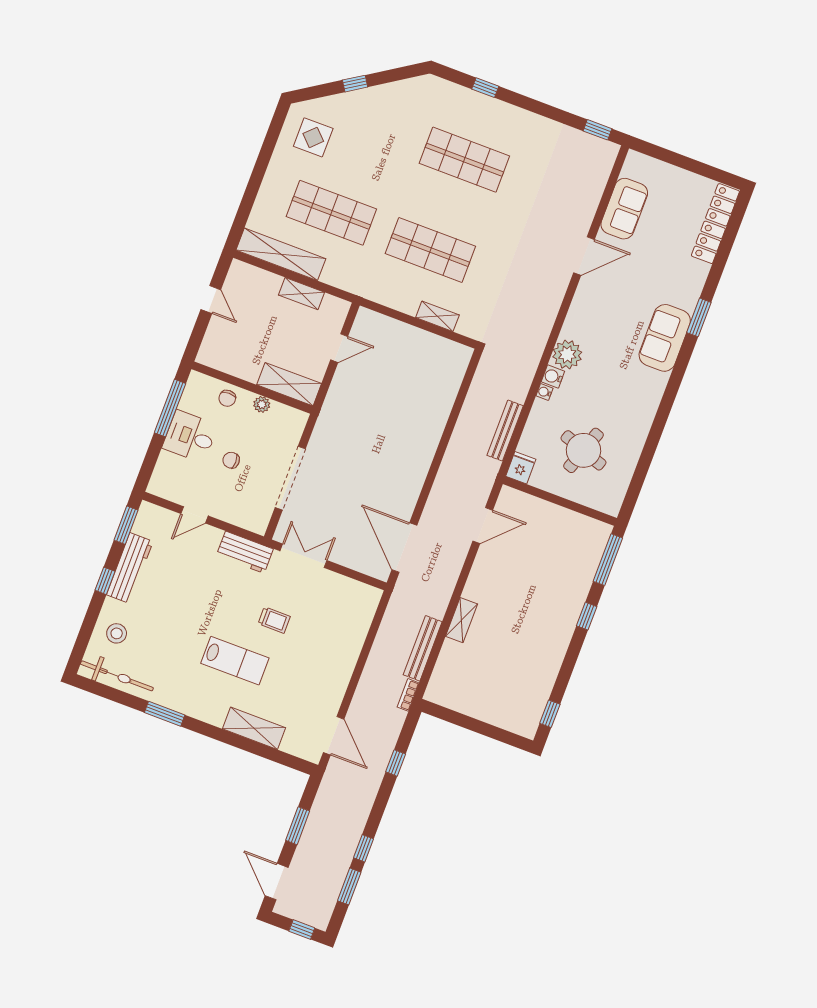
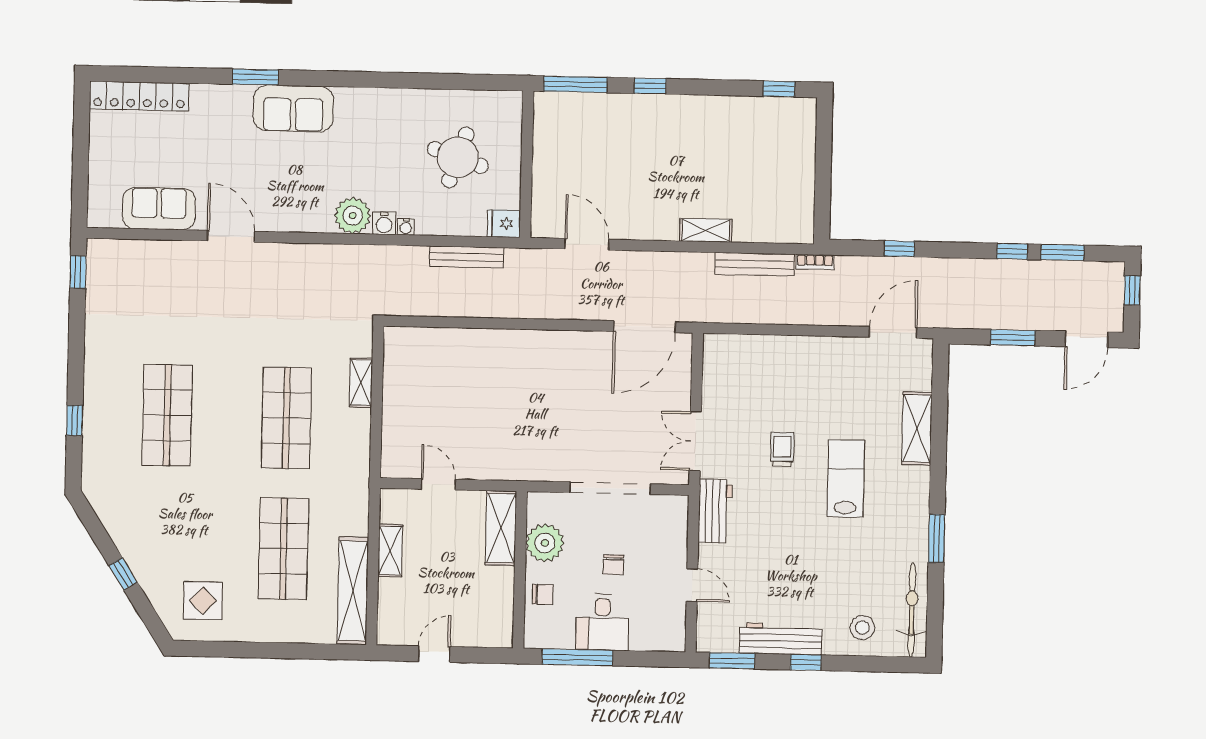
plant: (262, 404) -> (545, 543), width x1.87, depth x1.87

